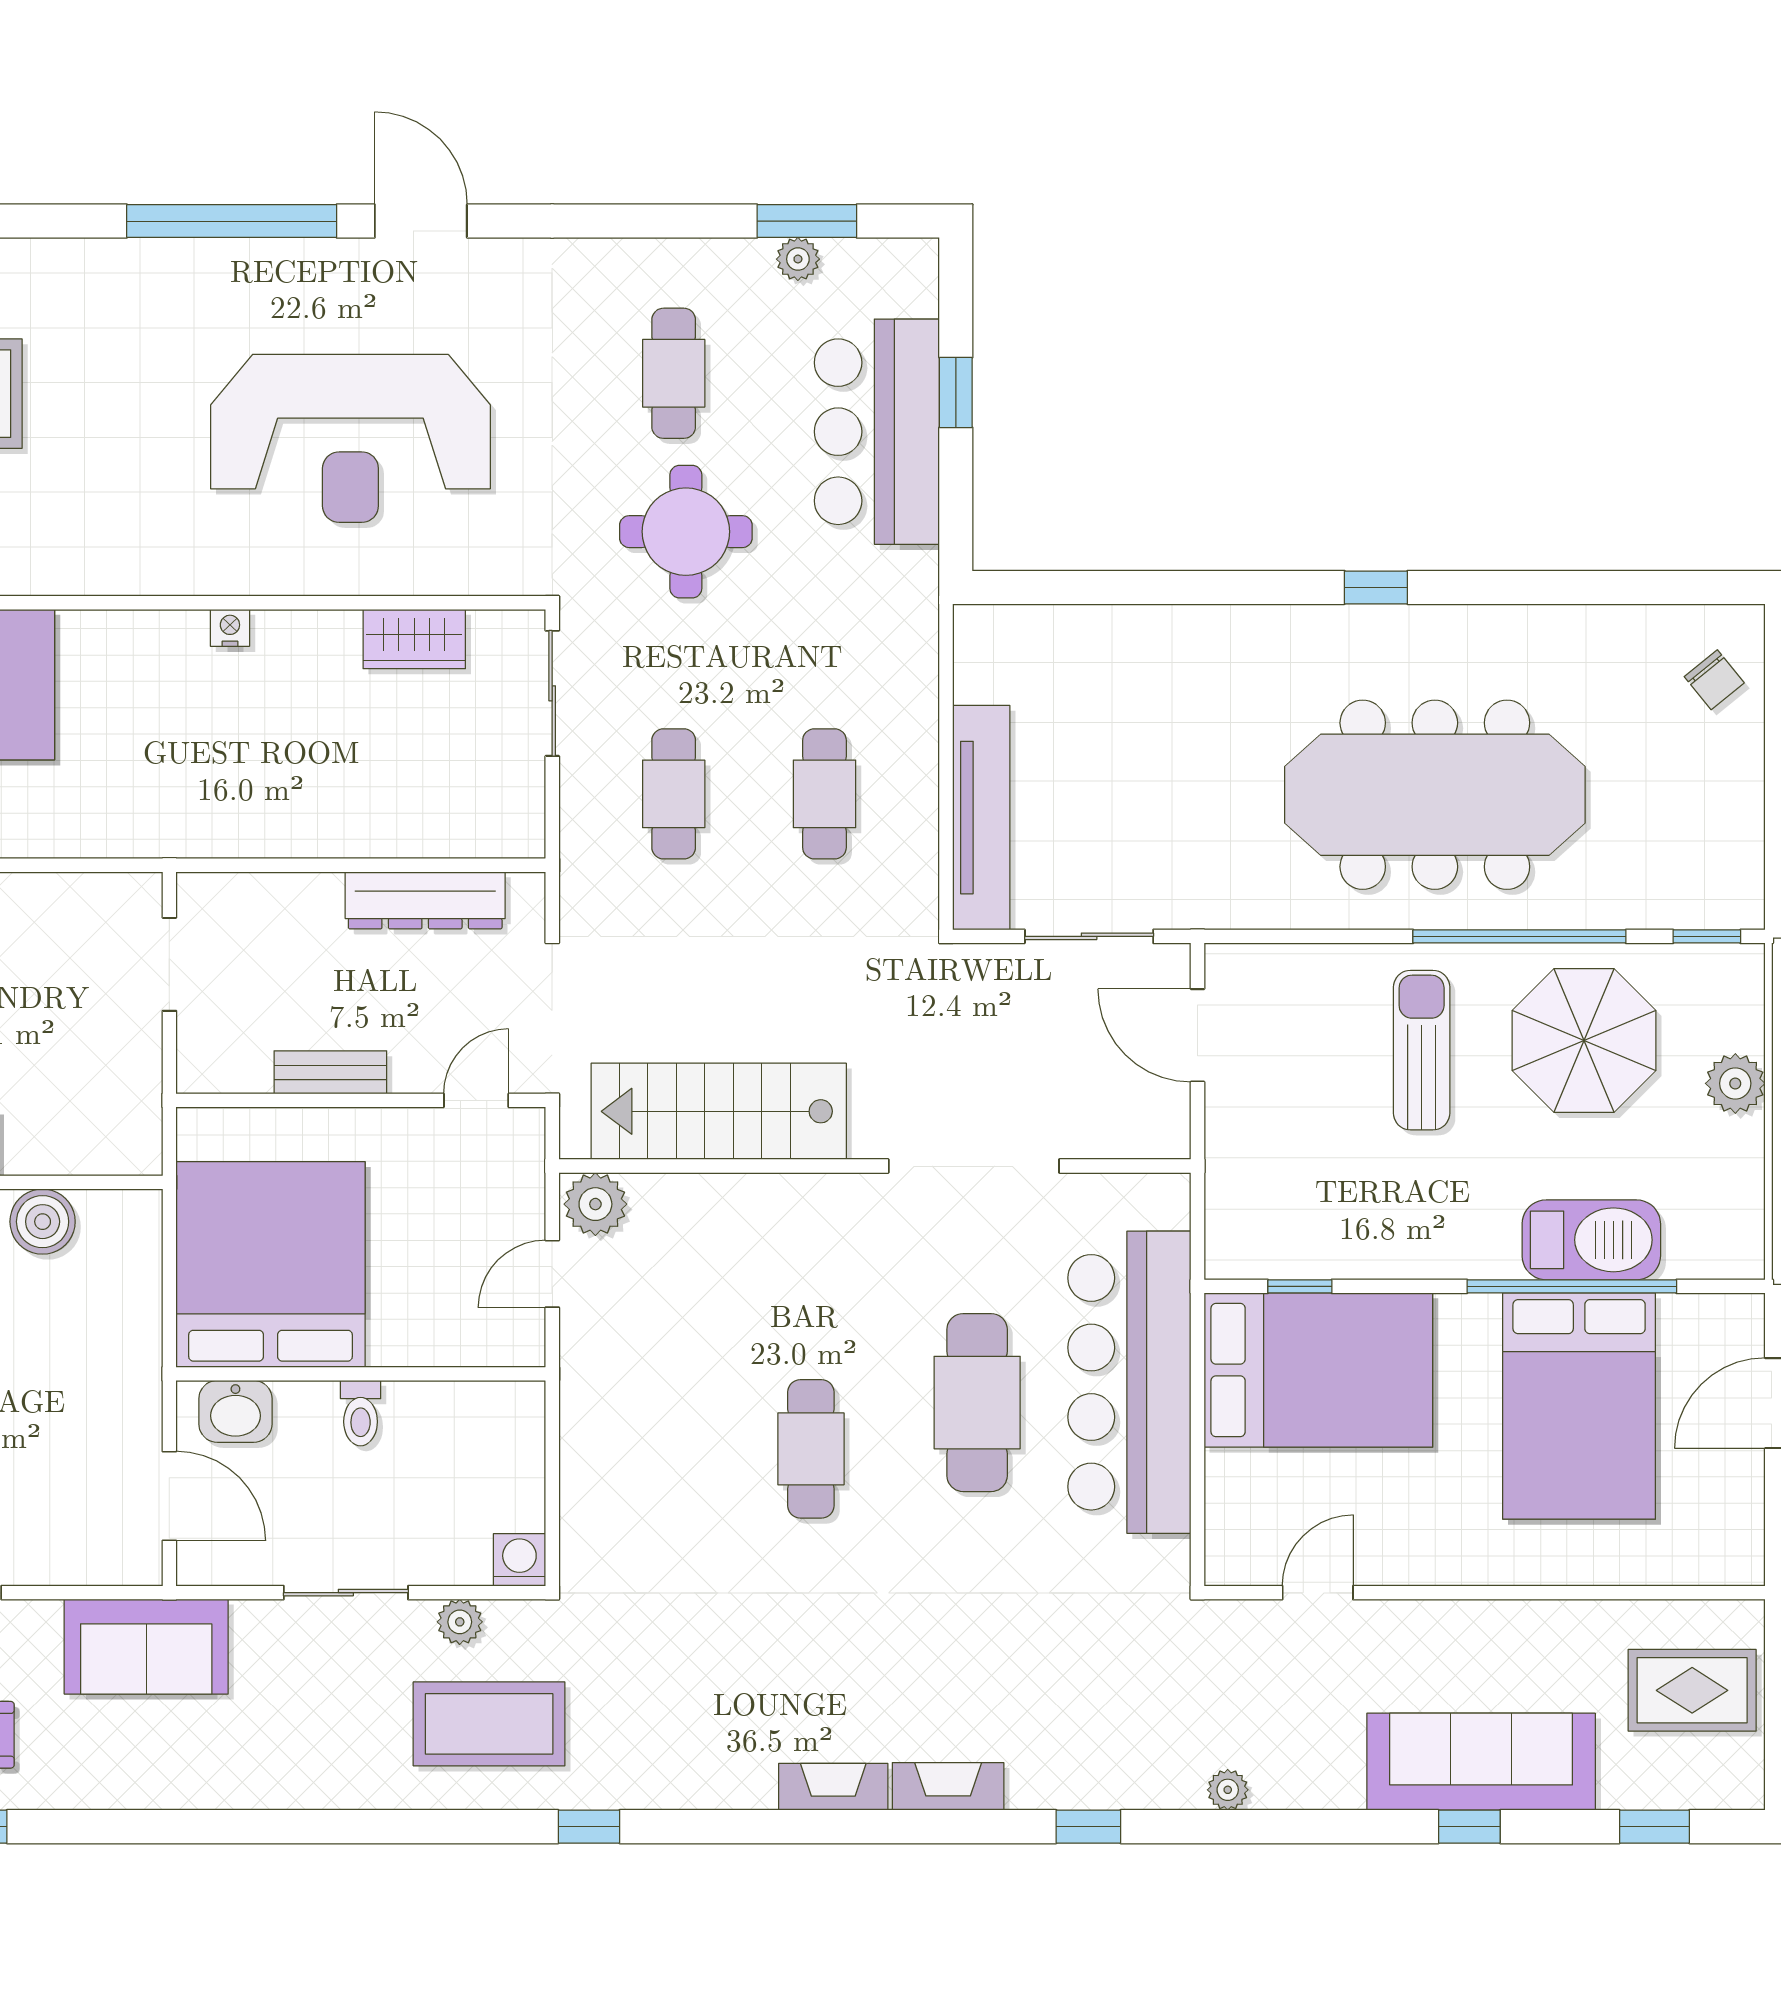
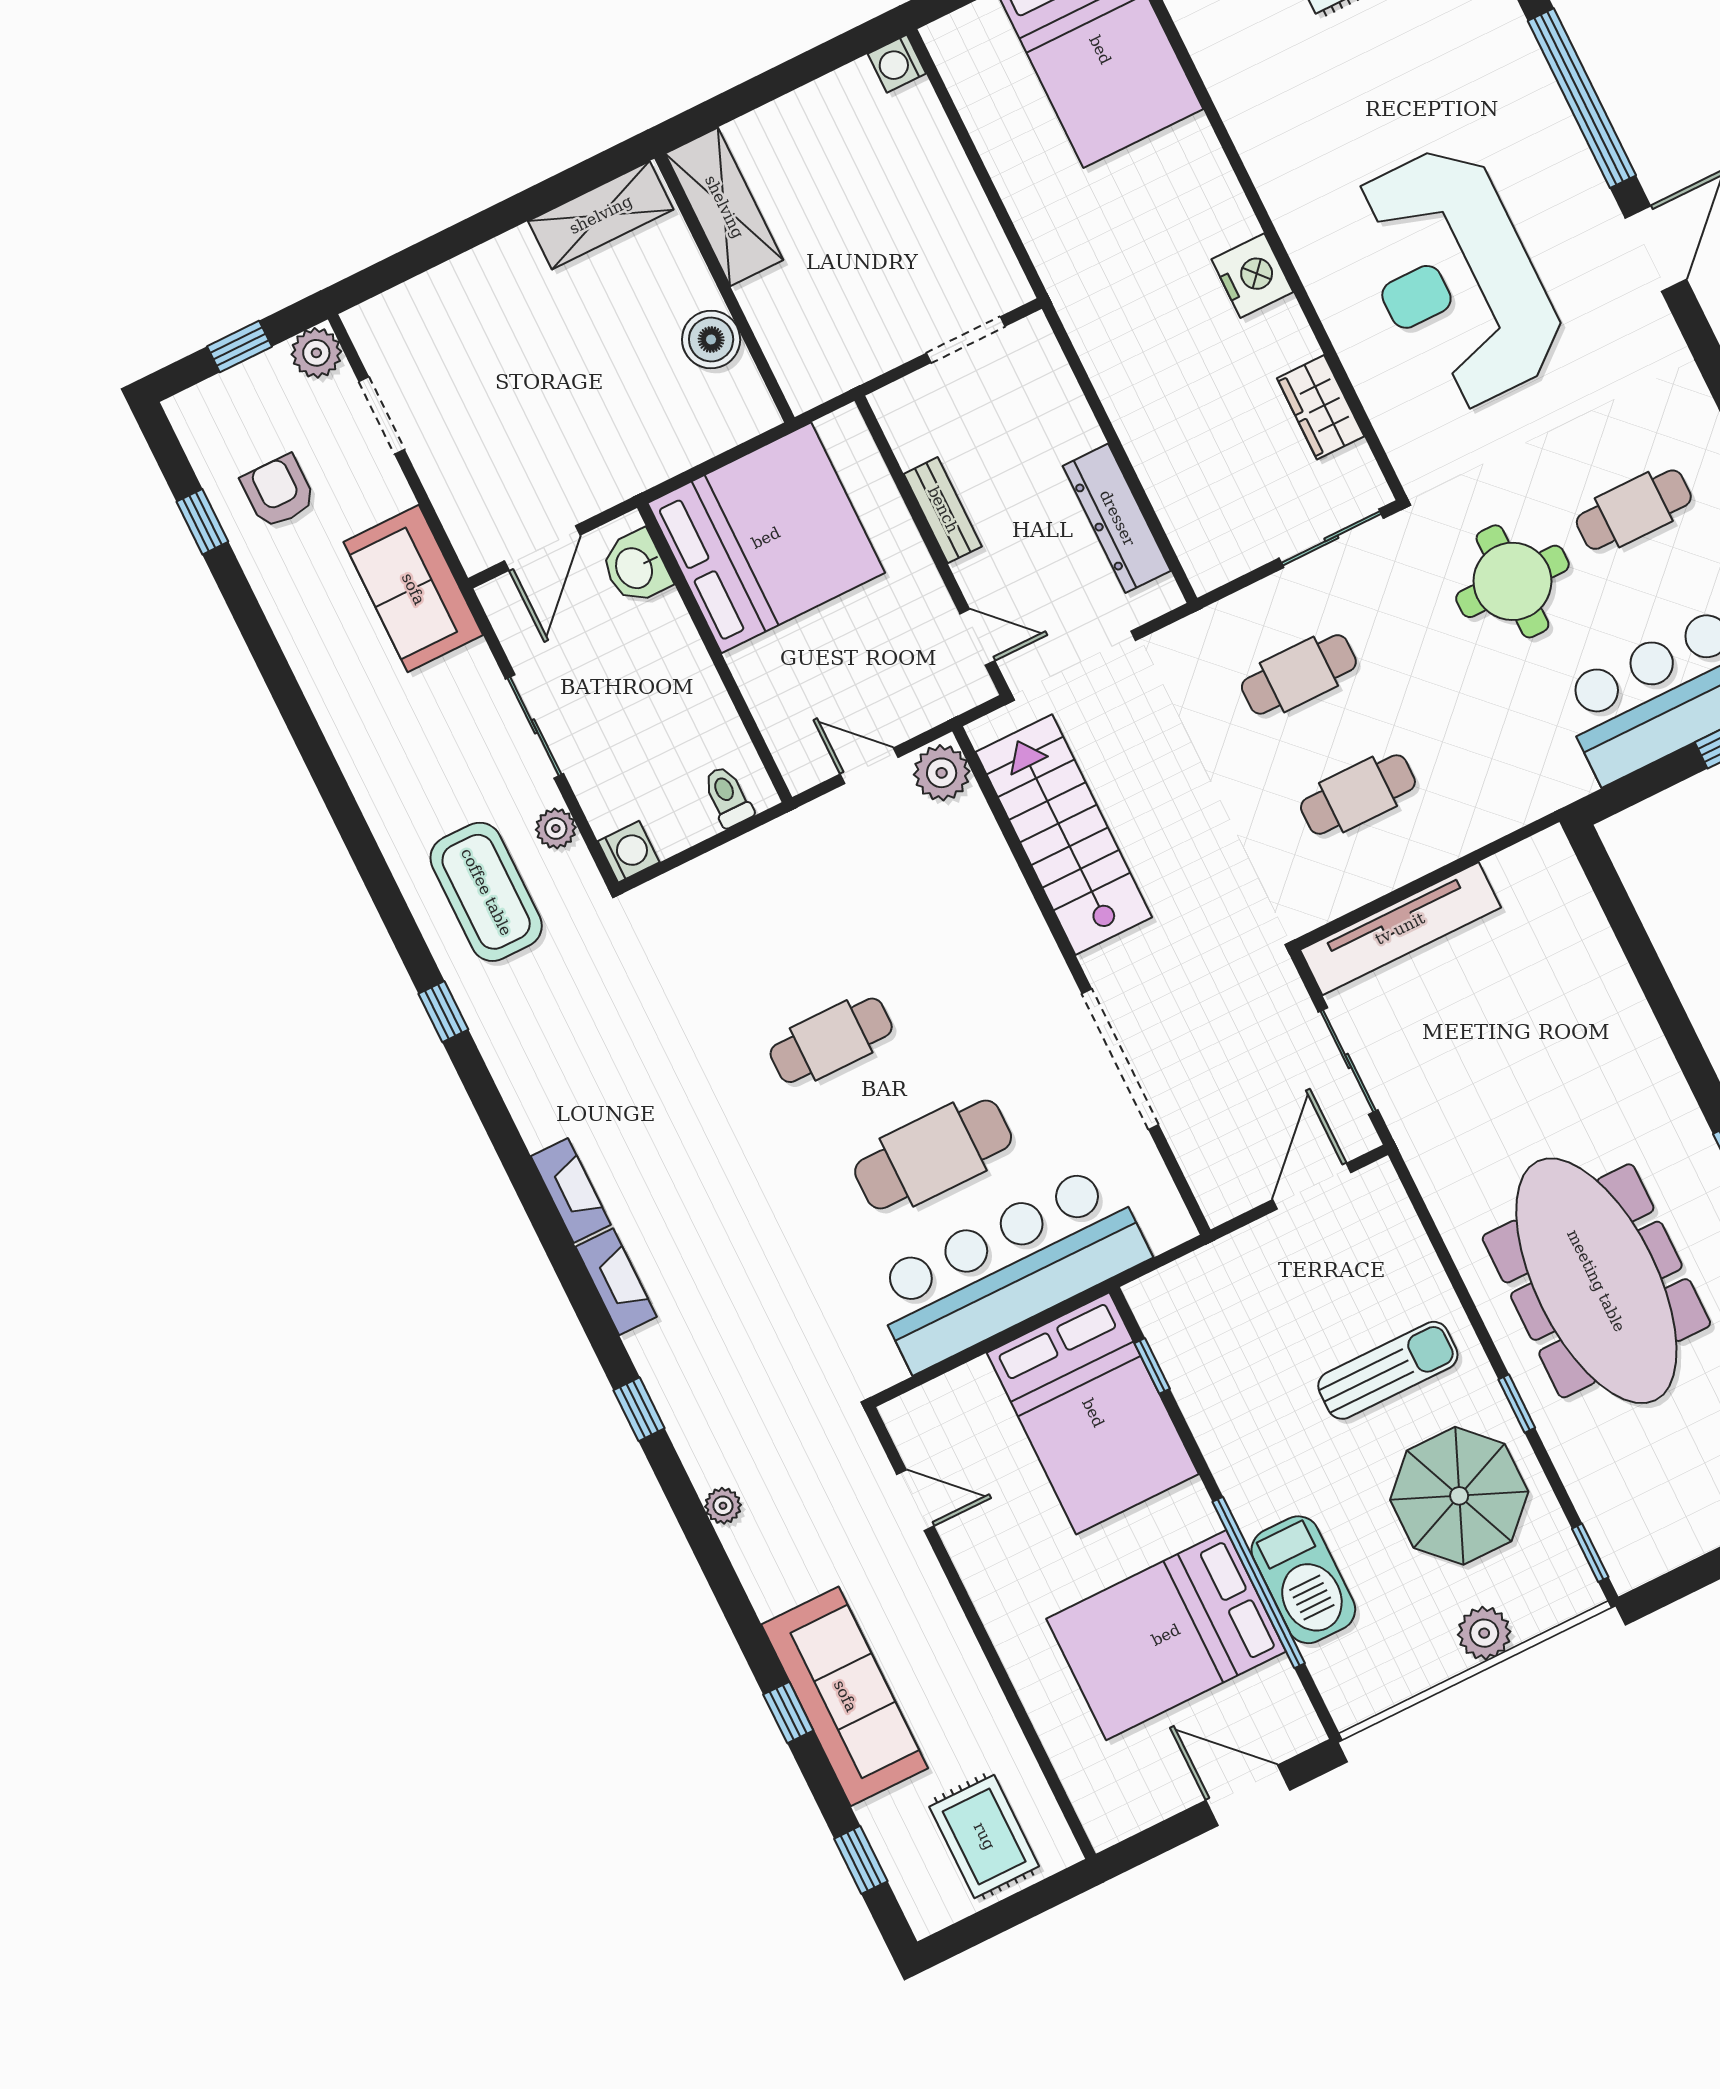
nightstand: (230, 628) -> (1252, 276), width x1.89, depth x1.79
window: (1519, 936) -> (1517, 1404), width x0.32
toilet: (361, 1413) -> (728, 797), moved, turned 90

